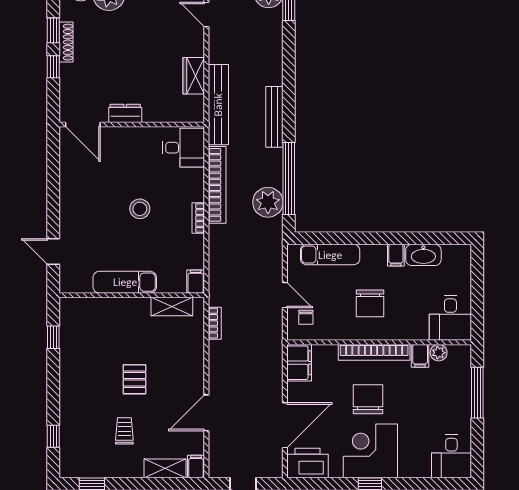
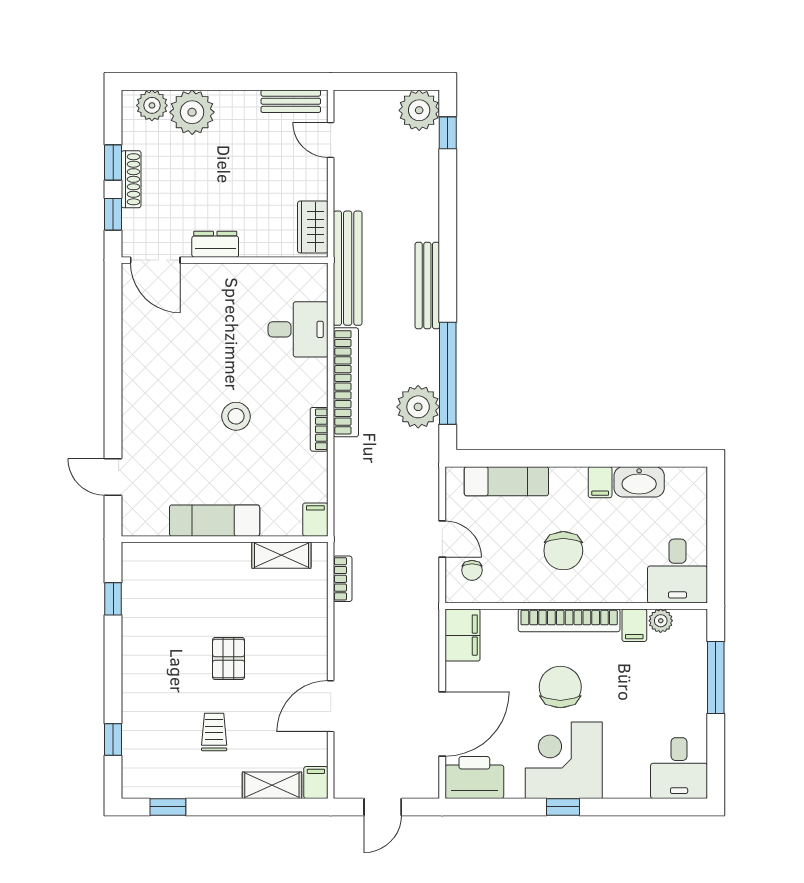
dresser: (125, 113) -> (215, 244), moved
door: (83, 124) -> (155, 260), moved
wall: (132, 124) -> (225, 260), moved

